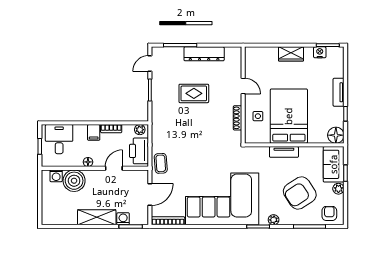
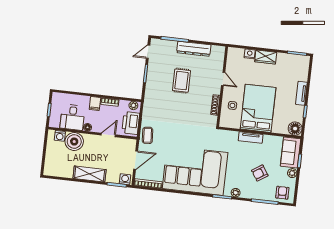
nightstand: (320, 52) -> (250, 54), moved
rug: (194, 93) -> (181, 81), turned 90
desk: (59, 139) -> (72, 117), moved, turned 180
armchair: (300, 193) -> (260, 173), width x0.53, depth x0.53
washing machine: (123, 219) -> (125, 179), moved

